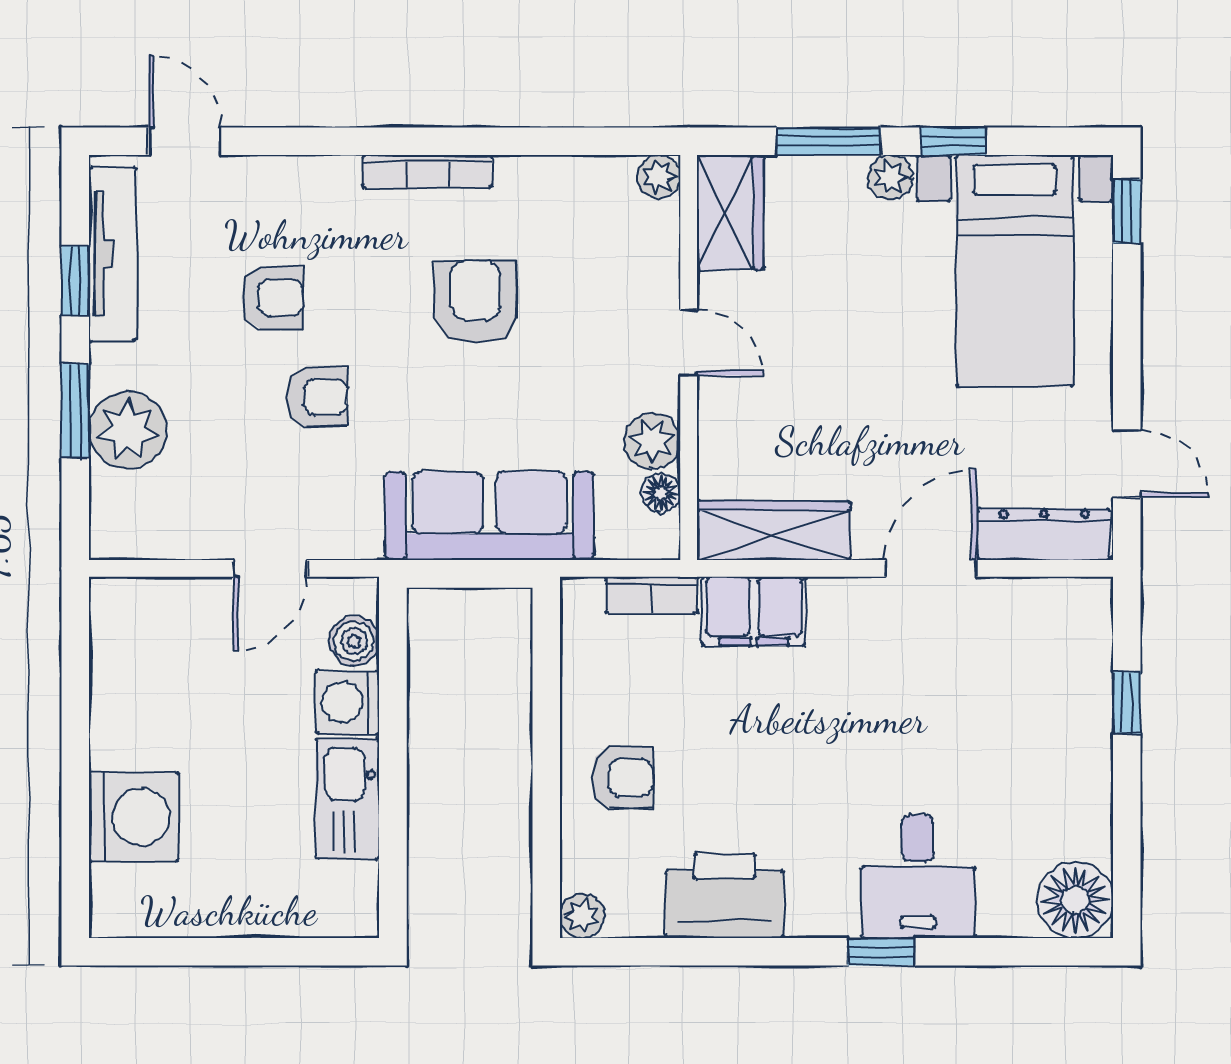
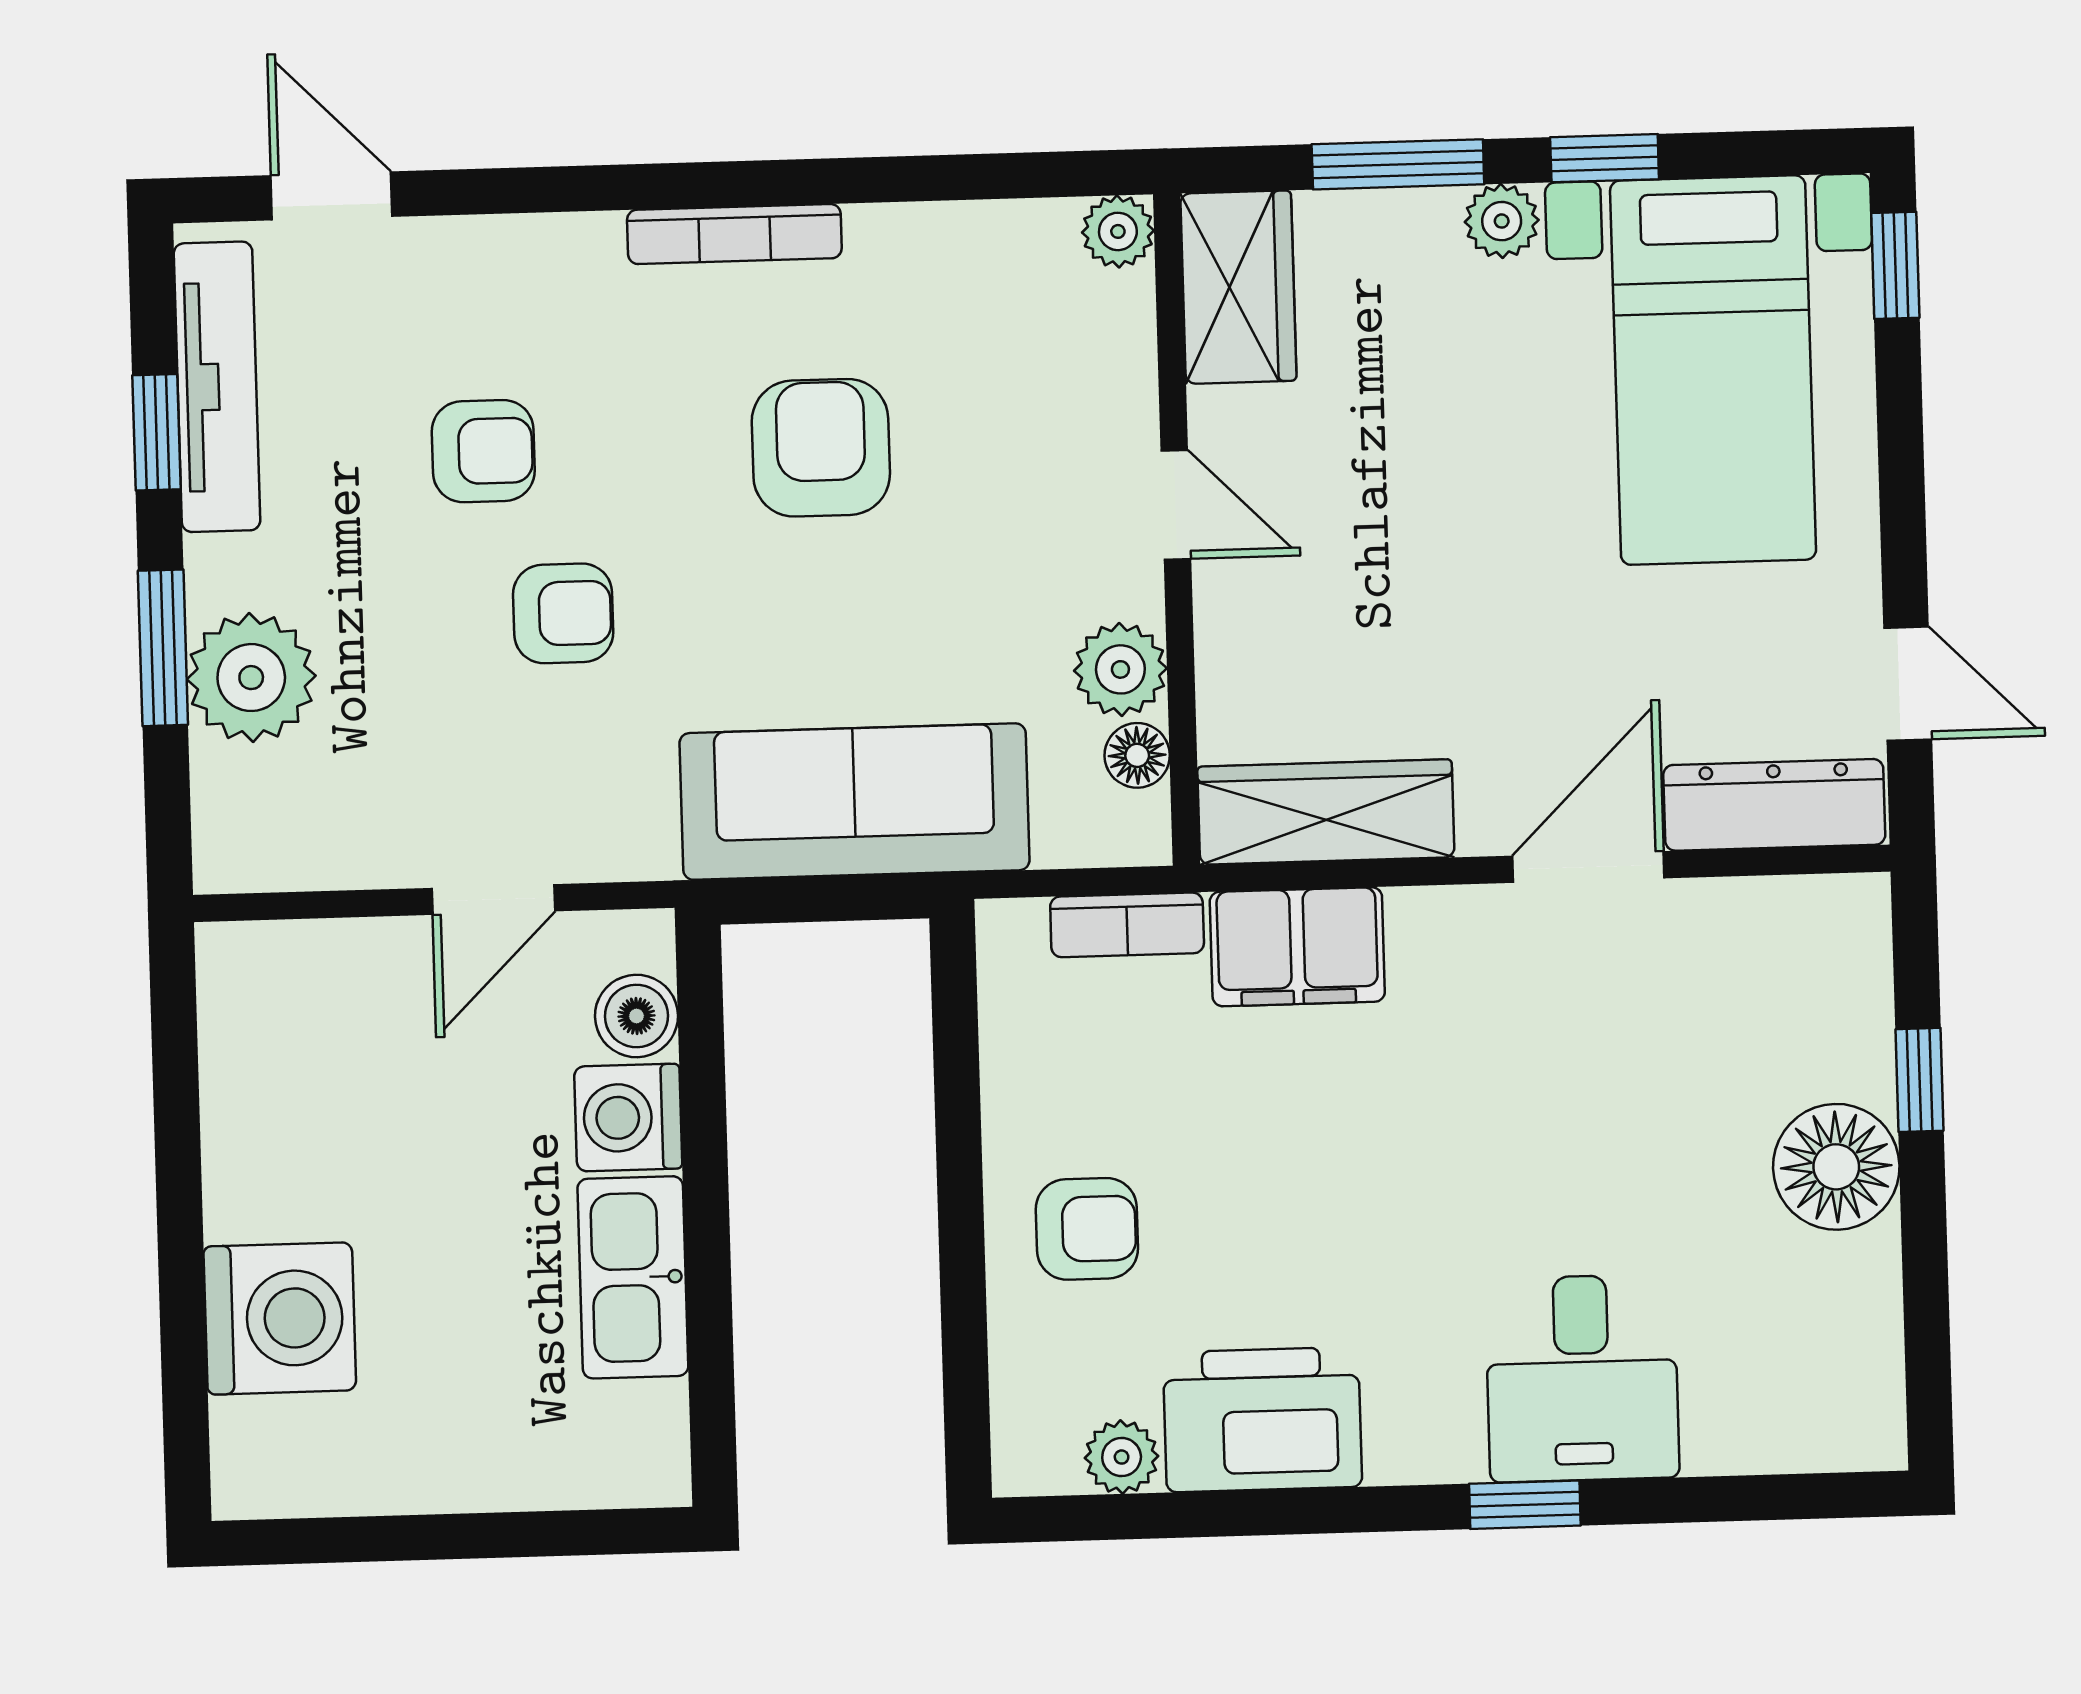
floor lamp: (1075, 900) -> (1836, 1167), moved
plant: (582, 916) -> (1122, 1457), moved

